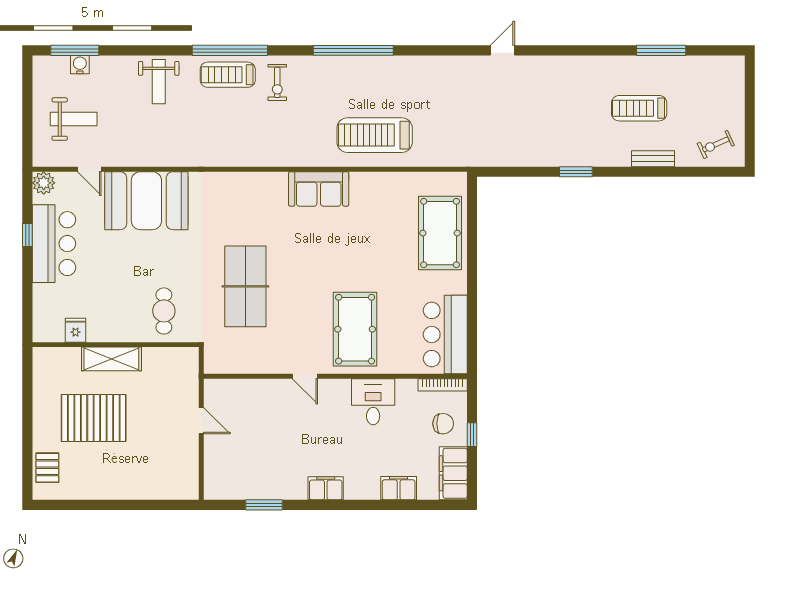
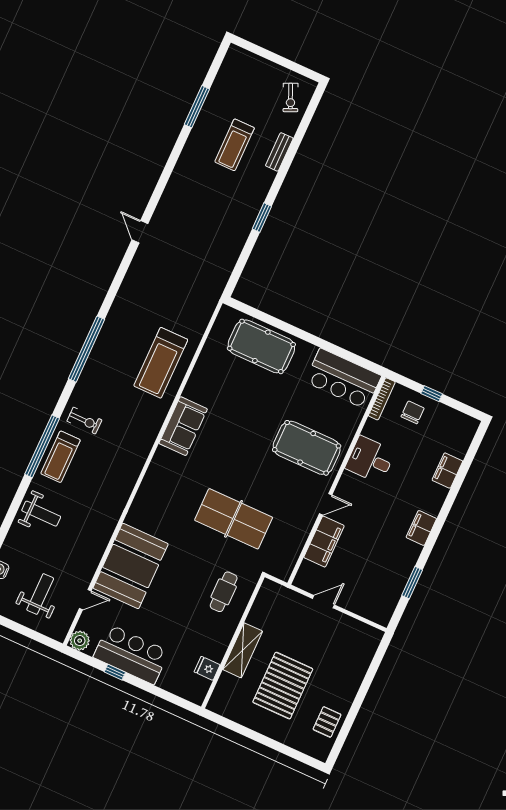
cafe table: (164, 311) -> (224, 592), turned 90
pallet: (47, 468) -> (327, 722), moved, turned 90
filing cabinet: (453, 473) -> (324, 542), moved, turned -90

